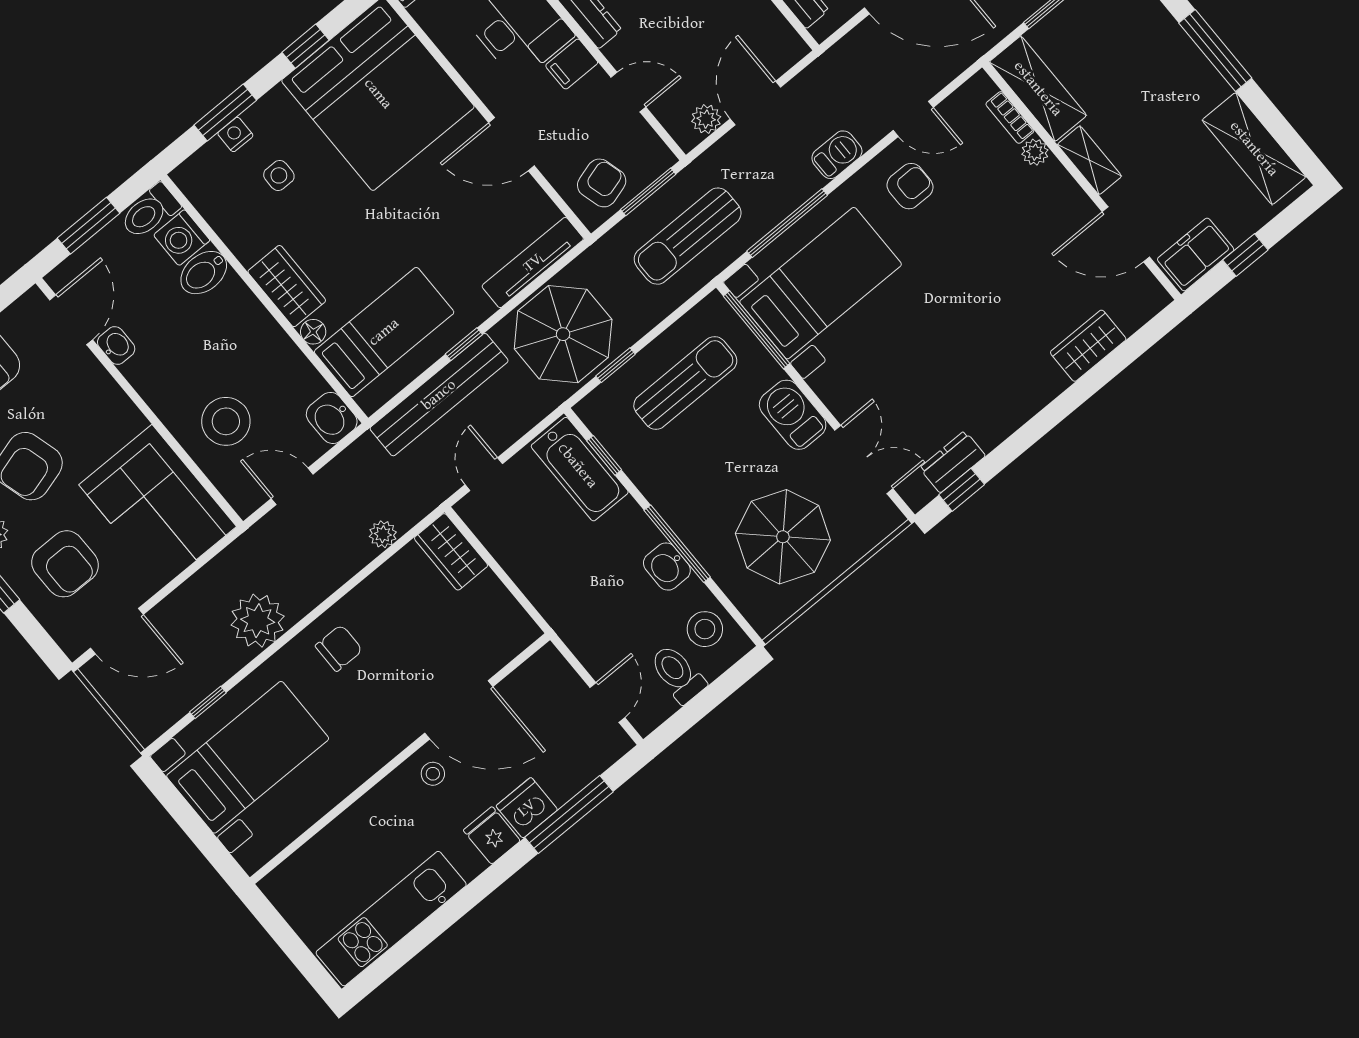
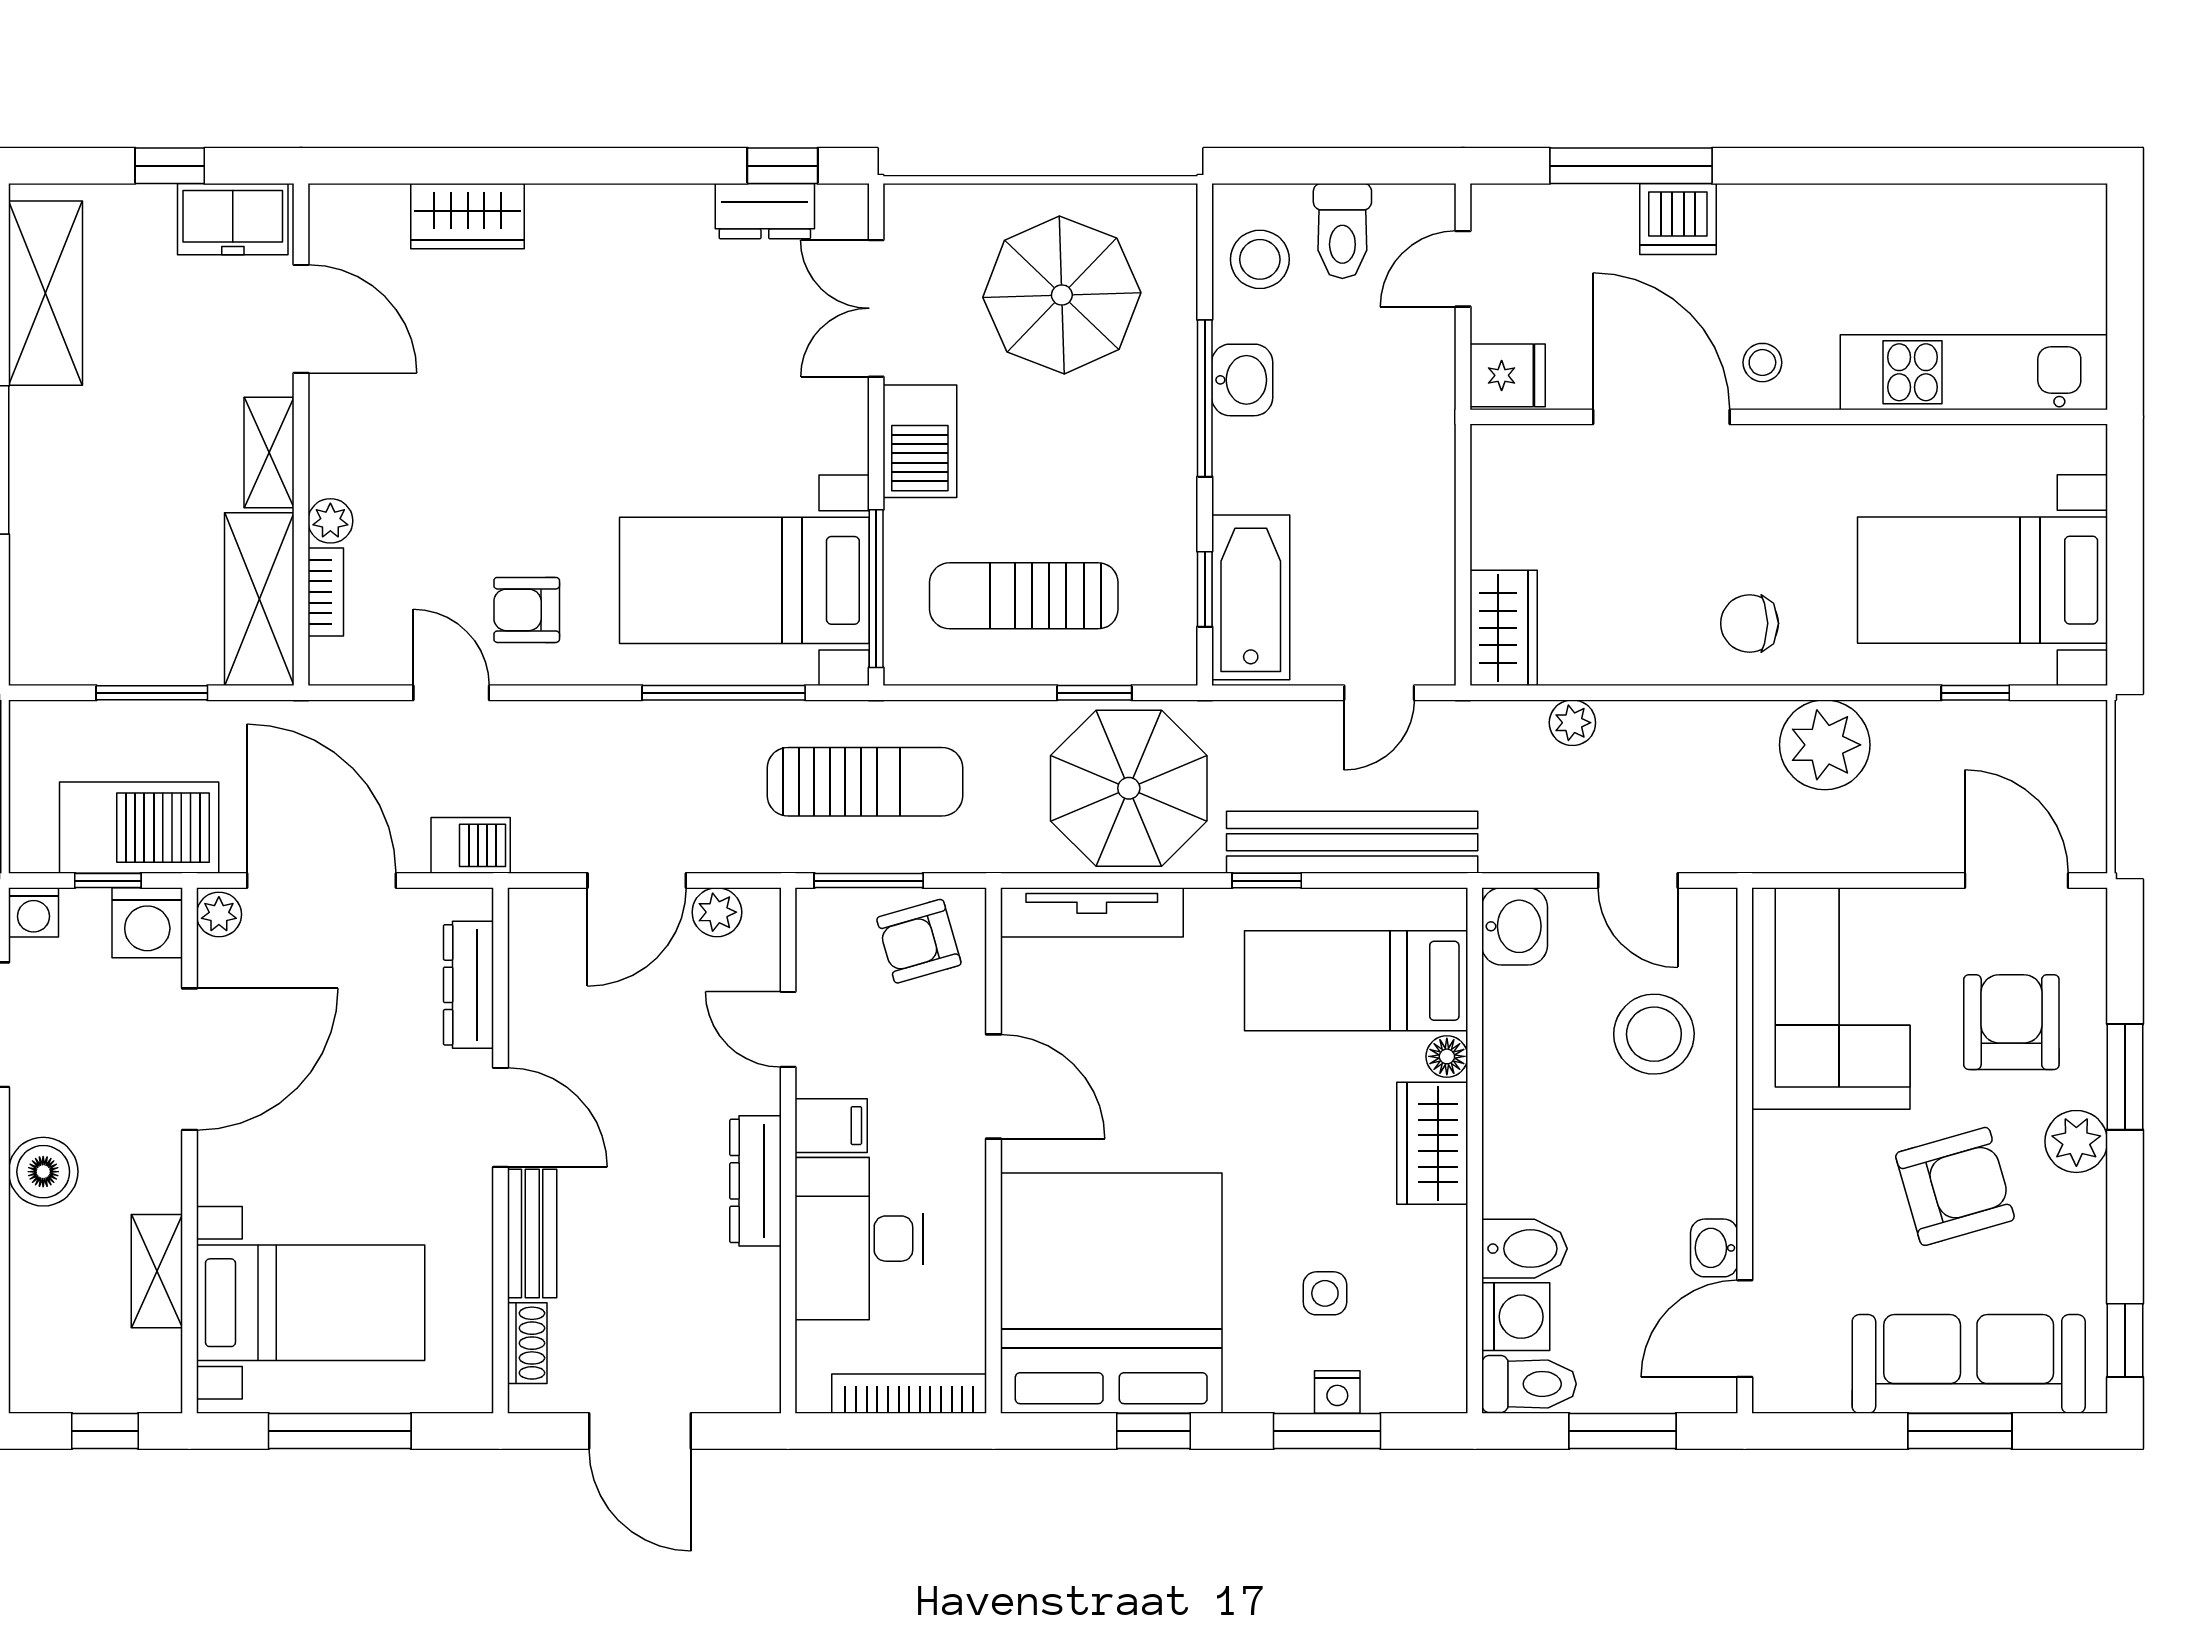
barbecue: (837, 155) -> (471, 845), moved, turned 180
fridge: (492, 835) -> (1508, 375), moved, turned -90
kitchen unit: (391, 919) -> (1974, 372), moved, turned 180

